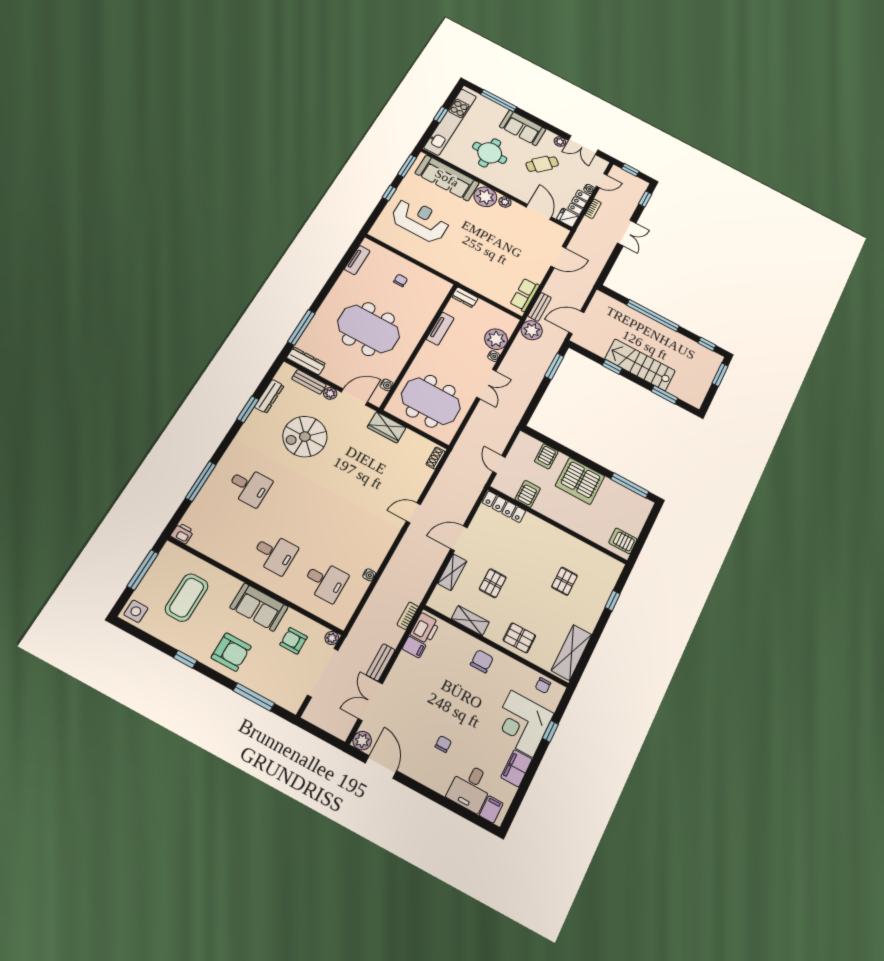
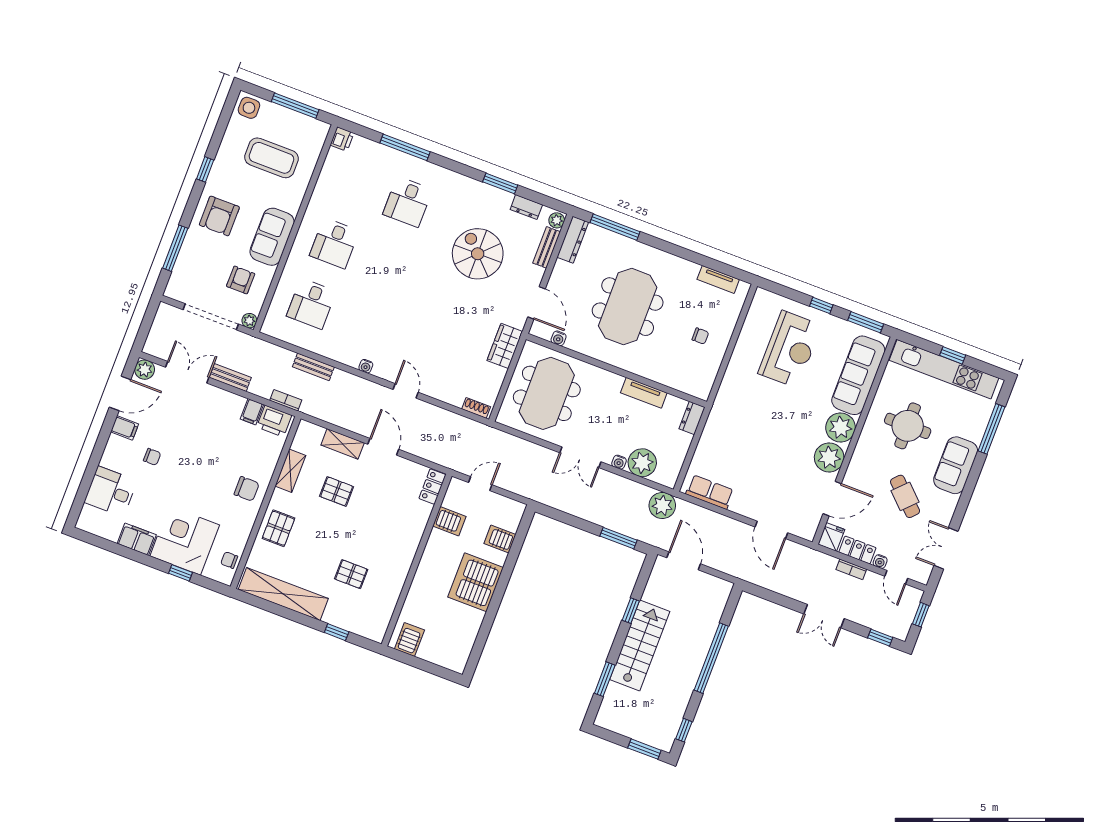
plant: (560, 142) -> (945, 517), removed
plant: (505, 202) -> (829, 457), width x1.88, depth x1.88
bench: (540, 307) -> (313, 367), moved
plant: (330, 393) -> (557, 220), moved
dresser: (269, 396) -> (526, 207), width x0.70
window: (630, 485) -> (480, 643), removed
locker: (504, 507) -> (432, 487), width x0.66
water cooler: (369, 575) -> (366, 366), moved
shelving: (572, 652) -> (283, 594), width x1.47
filing cabinet: (491, 809) -> (125, 428), moved

